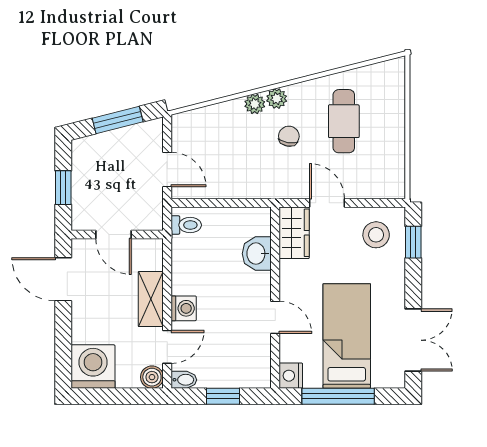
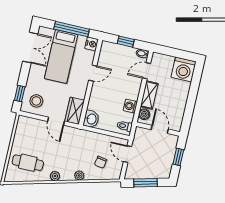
plant: (277, 99) -> (55, 176), moved
cafe table: (344, 121) -> (28, 163), moved, turned 90
chair: (289, 136) -> (101, 162), moved
washbasin: (257, 254) -> (91, 119), moved
door: (63, 279) -> (188, 114), removed
washing machine: (184, 308) -> (130, 106), moved
door: (275, 317) -> (93, 73), swing flipped
double door: (413, 340) -> (30, 47), swing flipped
boiler: (152, 377) -> (144, 114), moved

